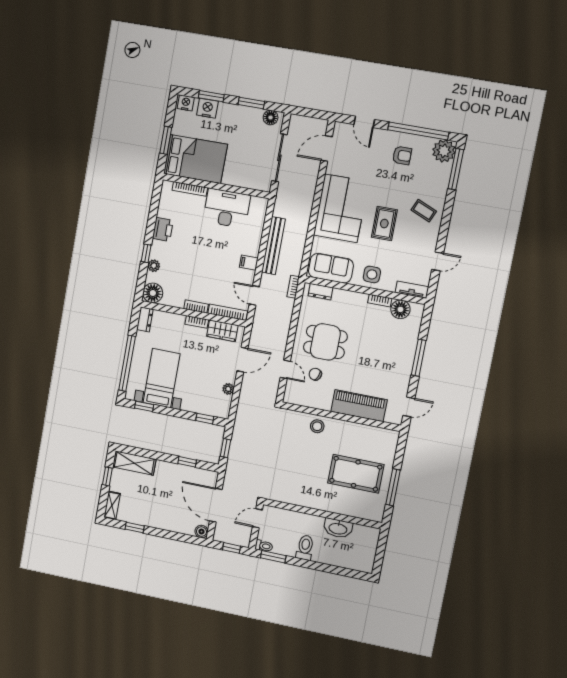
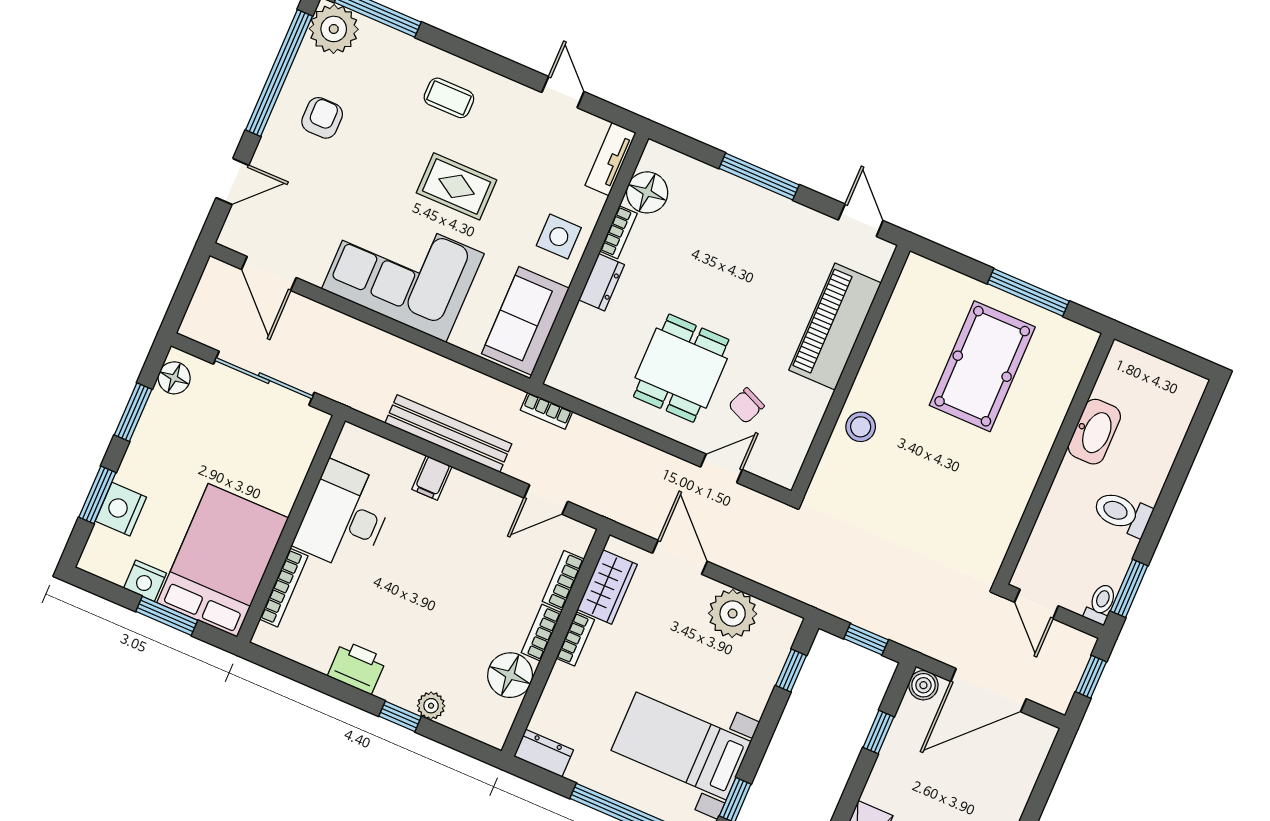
nightstand: (186, 103) -> (145, 581), moved, turned -90
coffee table: (424, 211) -> (449, 98), turned 67
filing cabinet: (249, 263) -> (432, 478), moved
dresser: (321, 292) -> (602, 282), moved
floor lamp: (153, 293) -> (510, 675), moved
bookcase: (228, 312) -> (563, 580), width x0.64
plant: (228, 389) -> (733, 614), width x1.88, depth x1.88
boiler: (202, 532) -> (923, 685), moved

